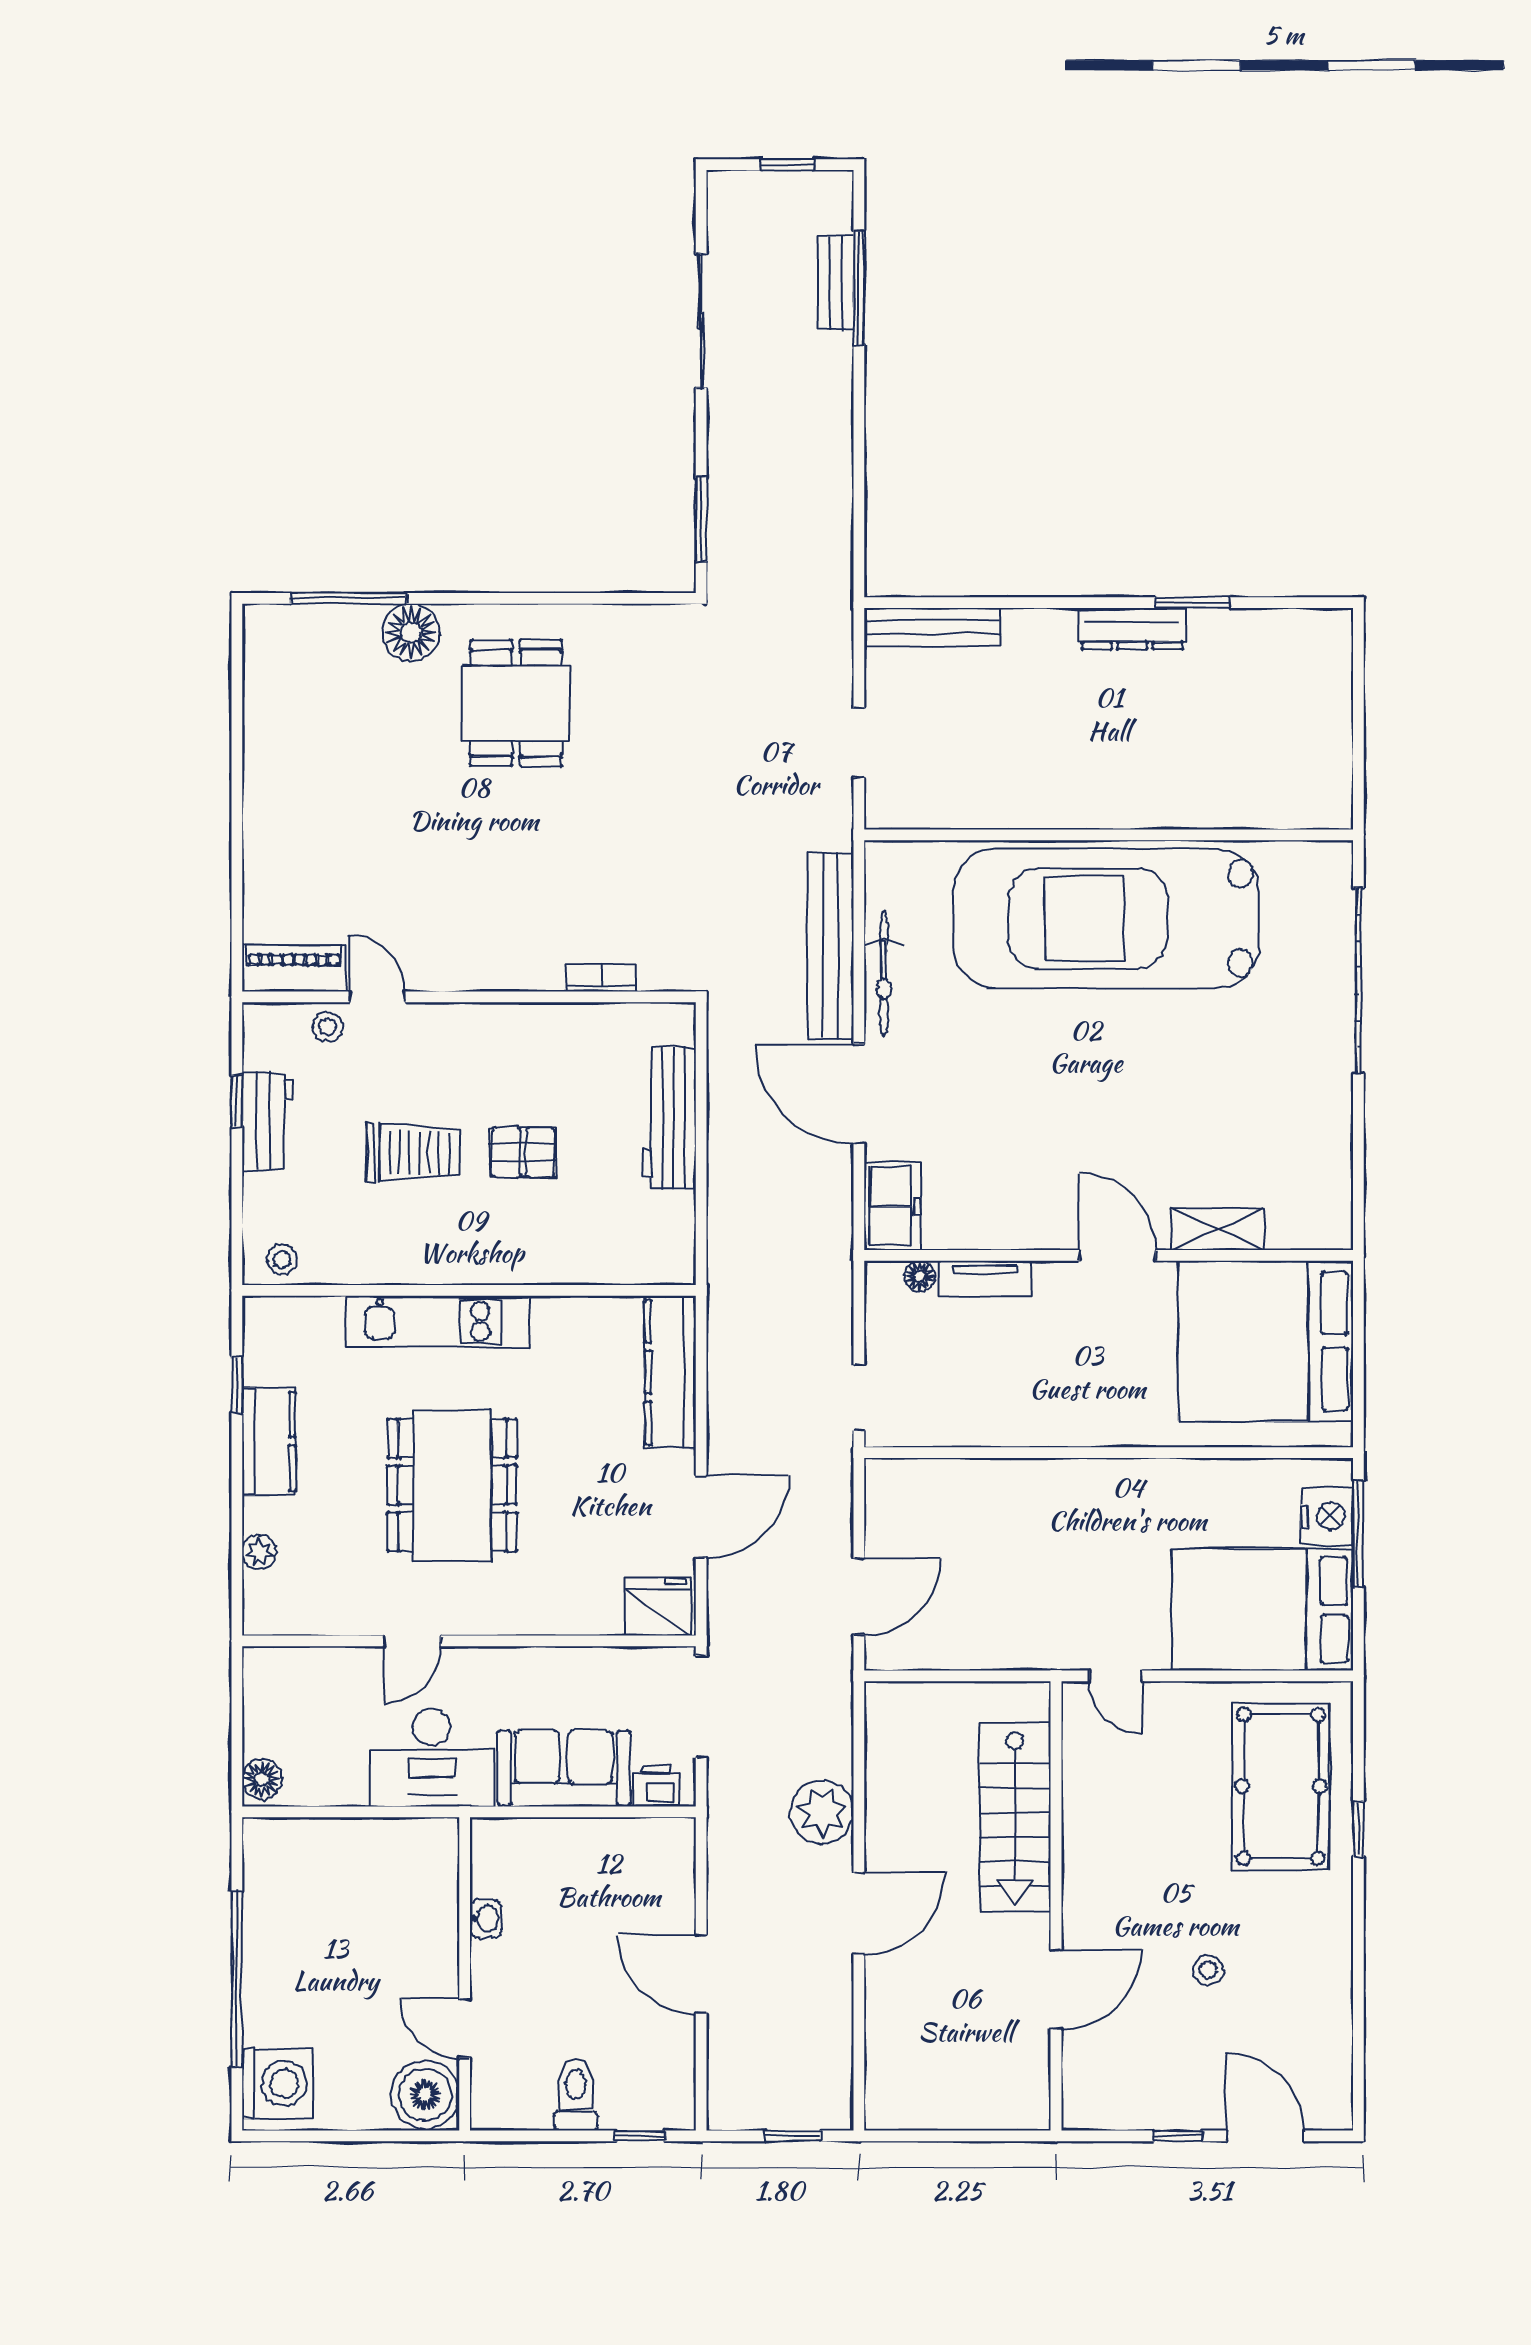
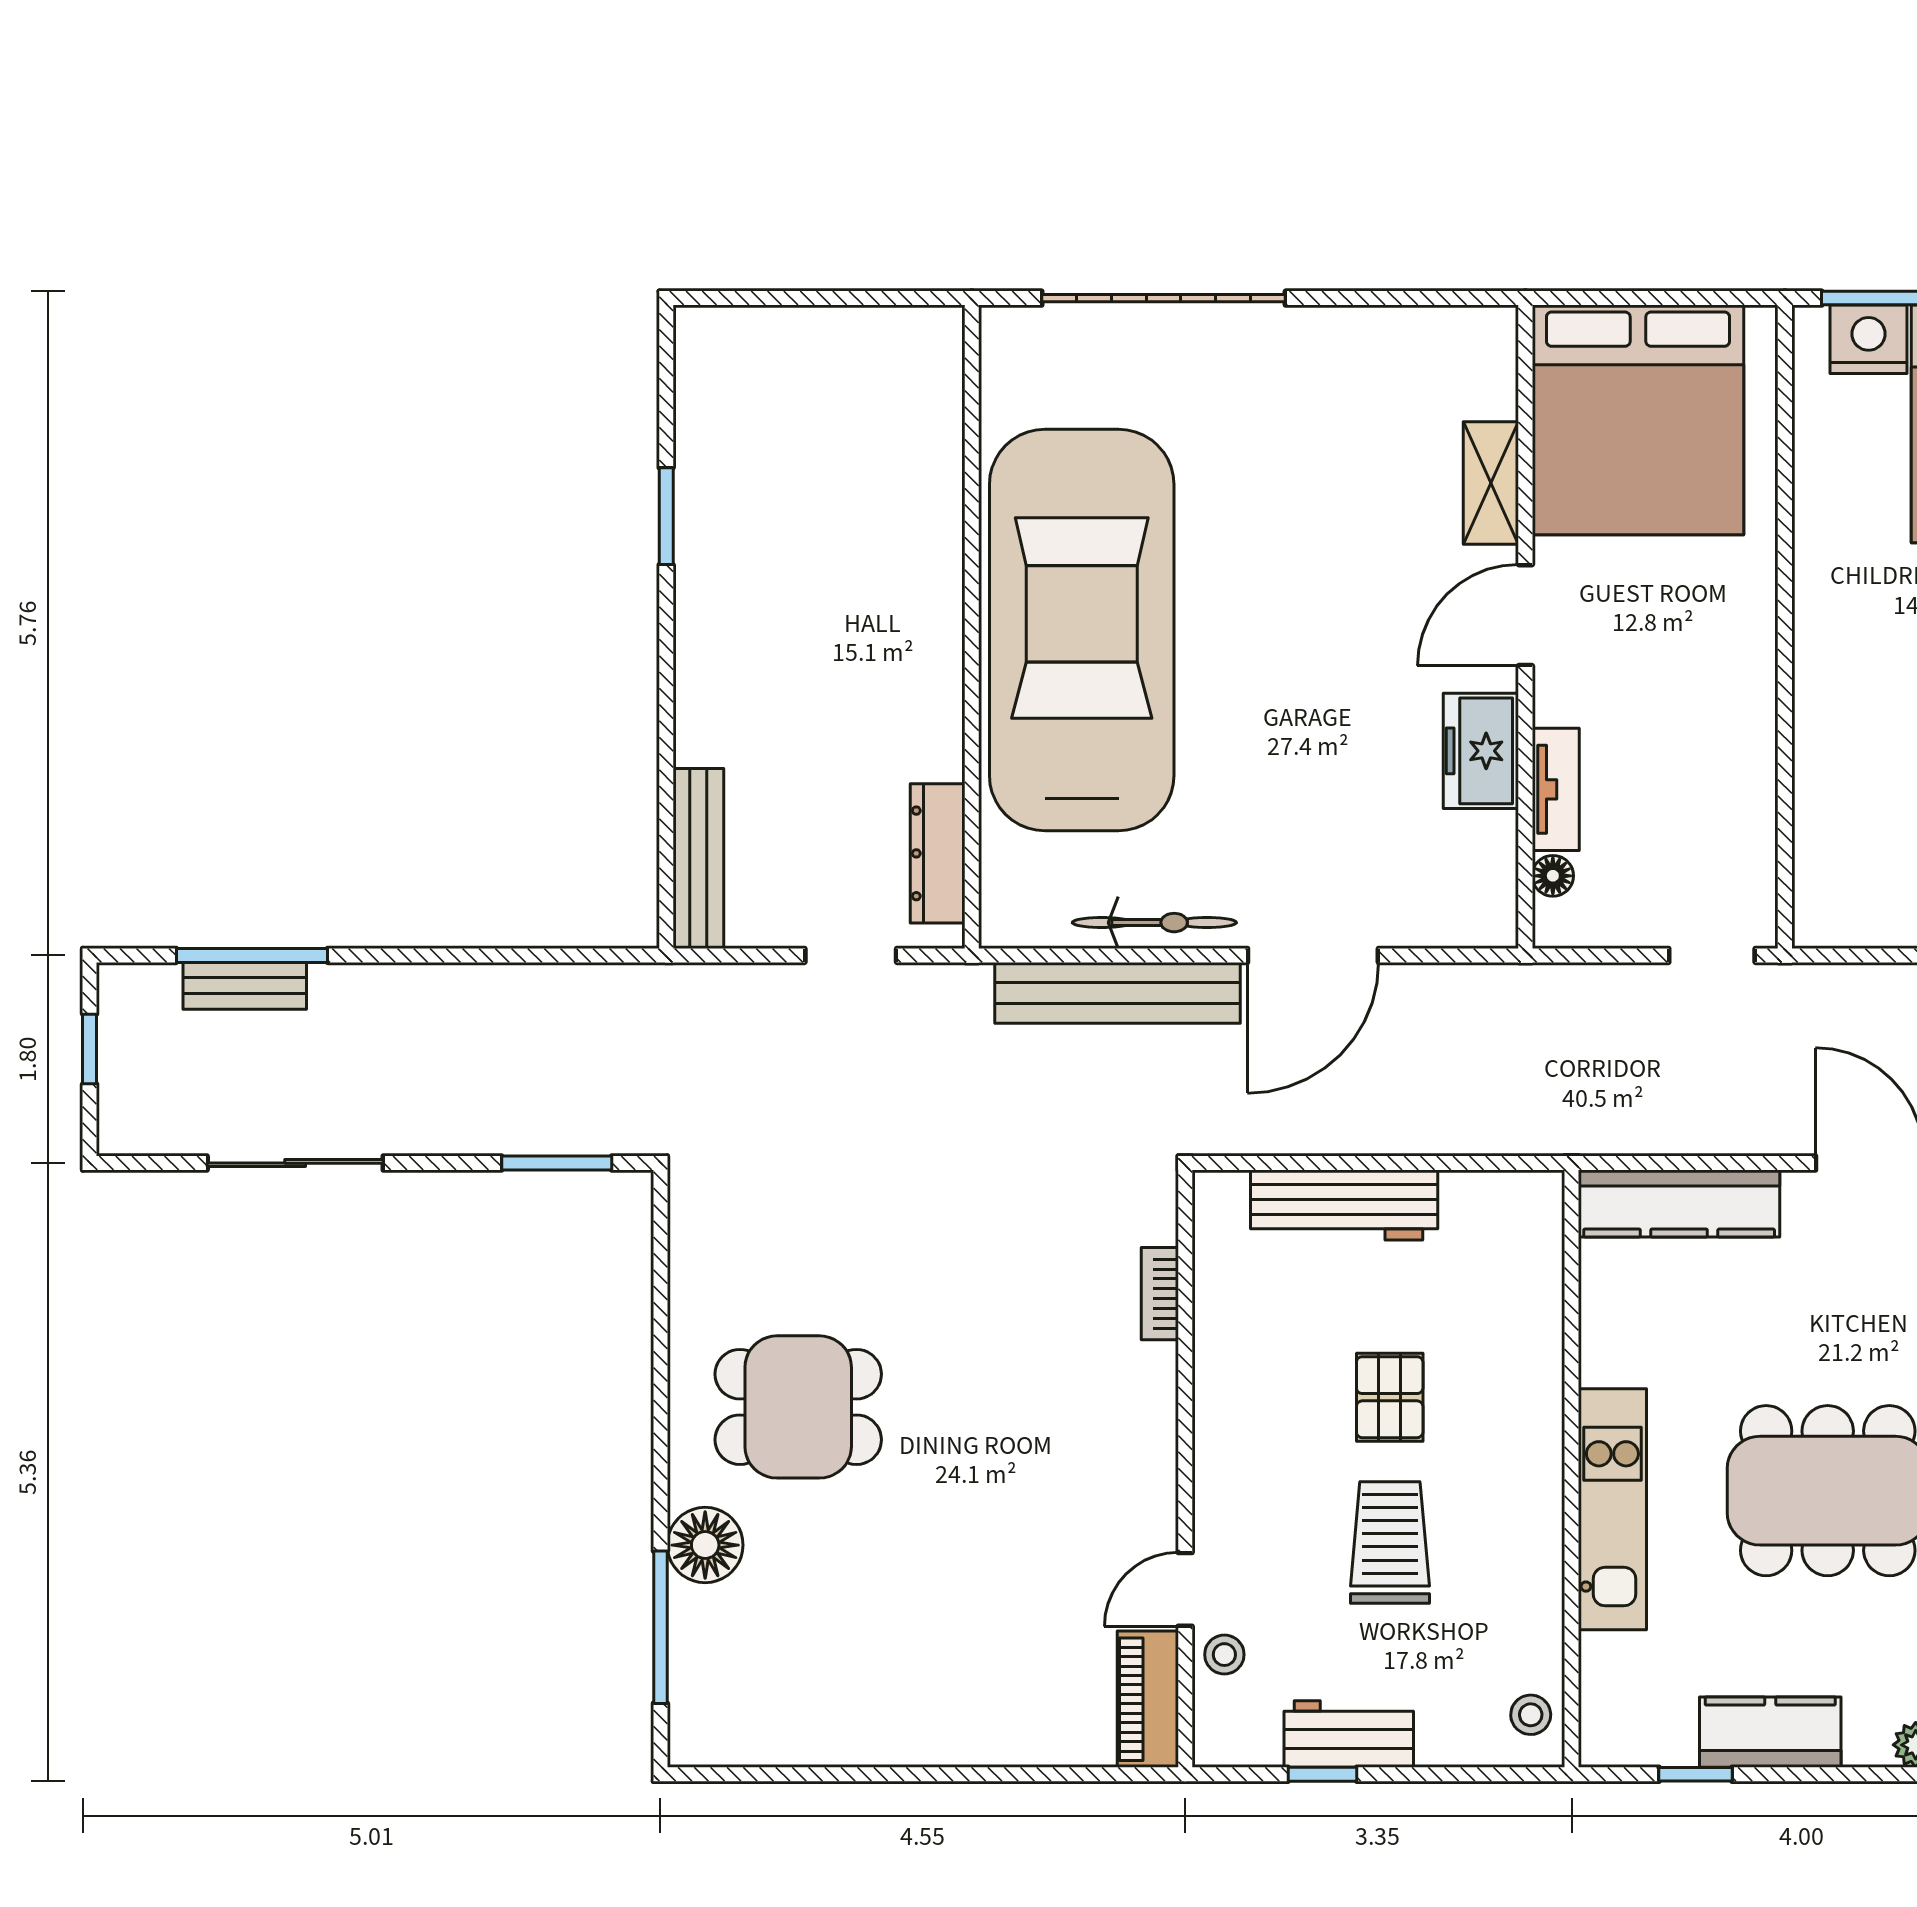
dresser: (1132, 629) -> (938, 853), moved, turned 180
car: (1106, 918) -> (1082, 630), turned 180
freezer: (893, 1206) -> (1481, 751), moved, turned -90

